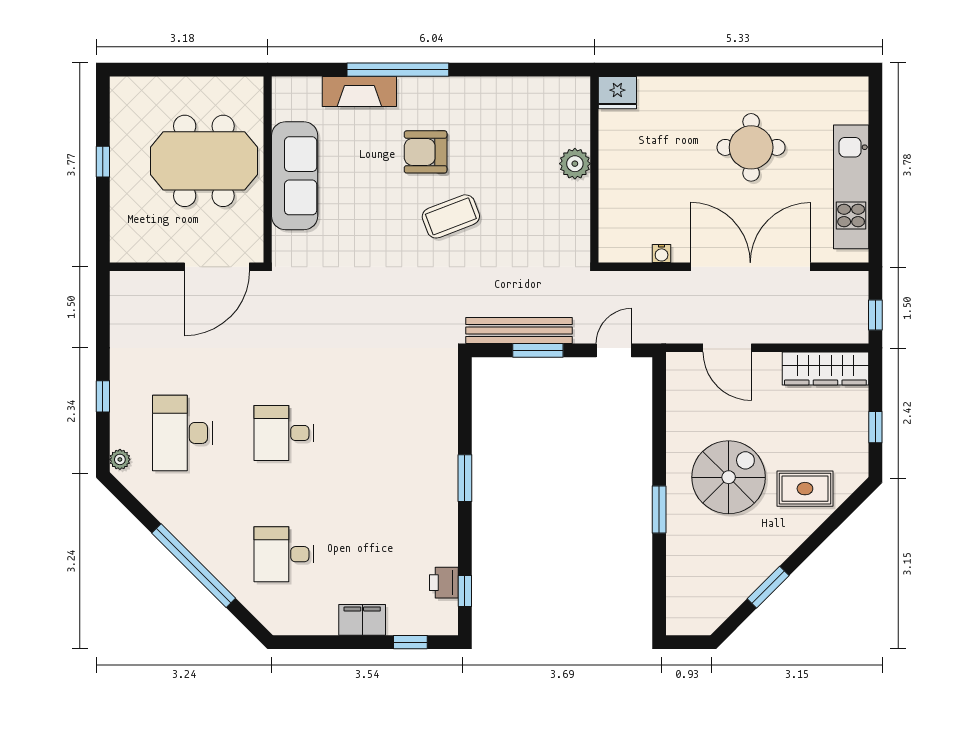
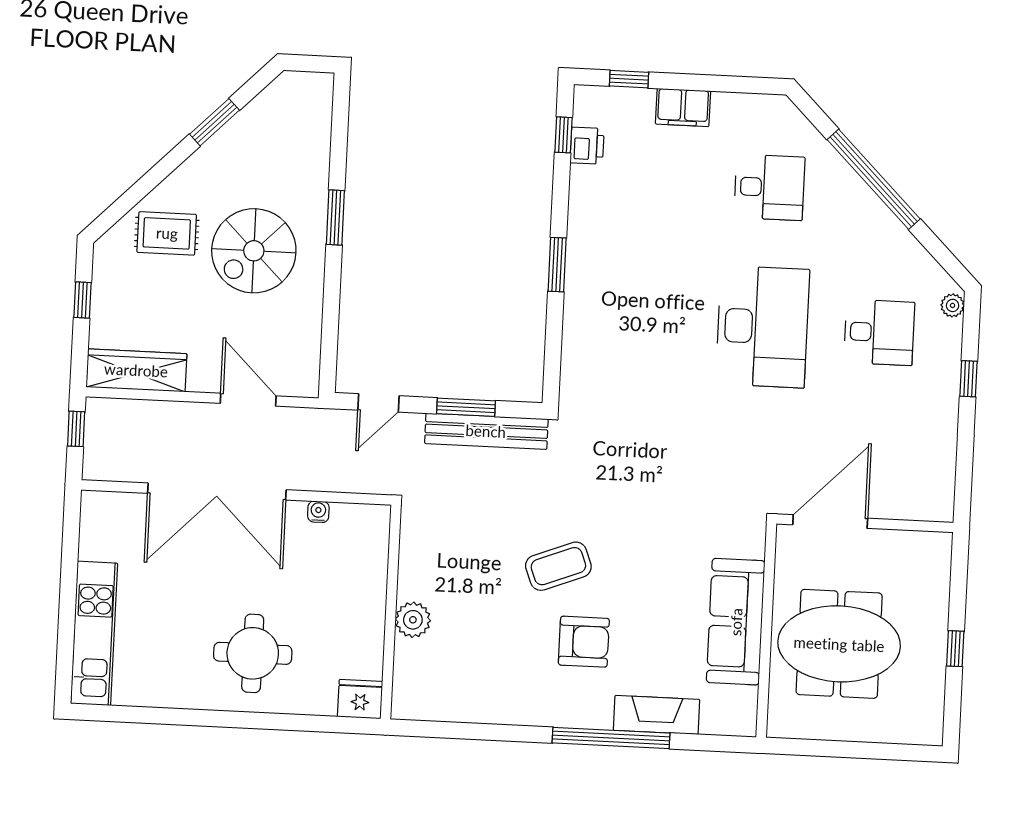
round table: (751, 147) -> (253, 653), moved
kitchen unit: (851, 187) -> (94, 633), moved
desk: (182, 433) -> (879, 332), width x0.73
desk: (284, 433) -> (763, 327), width x1.87, depth x1.30

